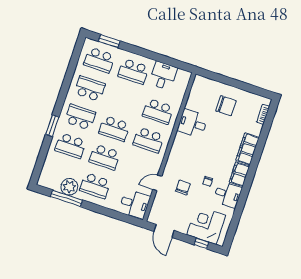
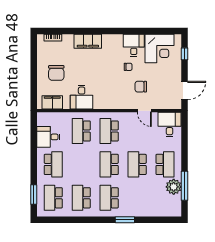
school desk: (99, 60) -> (53, 198), turned 180
chair: (226, 106) -> (56, 73), turned 180
school desk: (158, 111) -> (81, 131), turned 180
school desk: (114, 129) -> (109, 164), turned 180
school desk: (148, 140) -> (109, 131), turned 180
school desk: (71, 146) -> (137, 198), removed
school desk: (105, 157) -> (137, 164), turned 180
filing cabinet: (239, 174) -> (52, 102), moved, turned 180
corner desk: (206, 225) -> (159, 49), moved, turned -90

